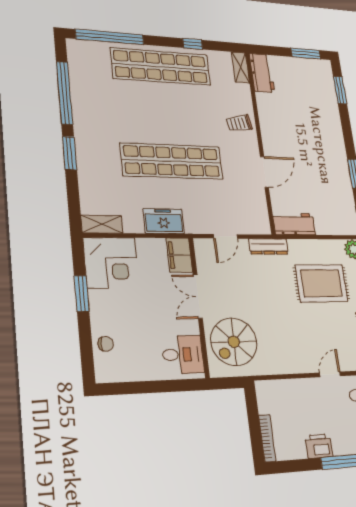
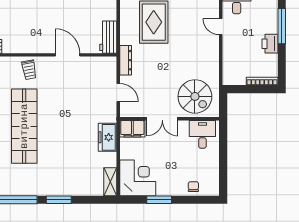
shop shelf: (172, 161) -> (24, 126), moved

